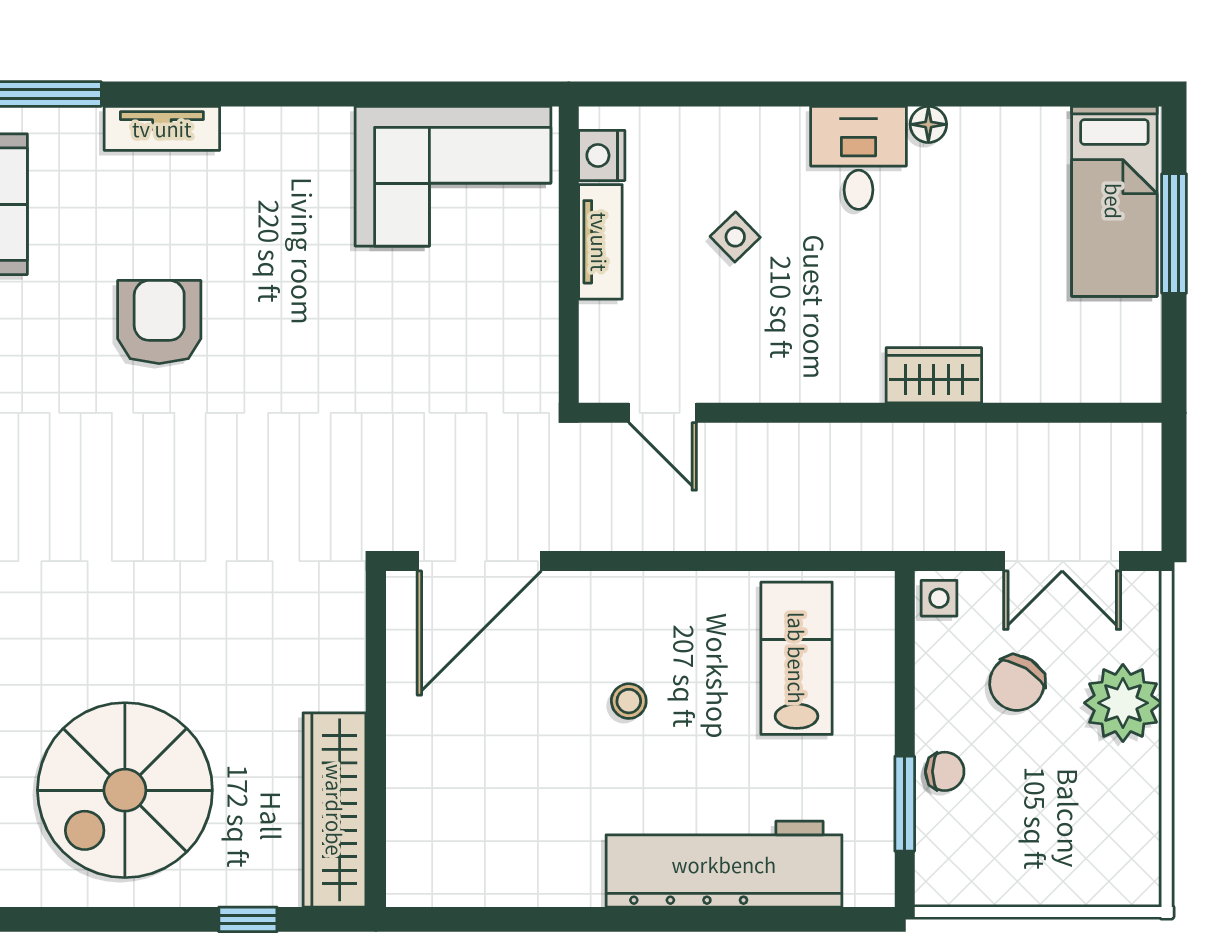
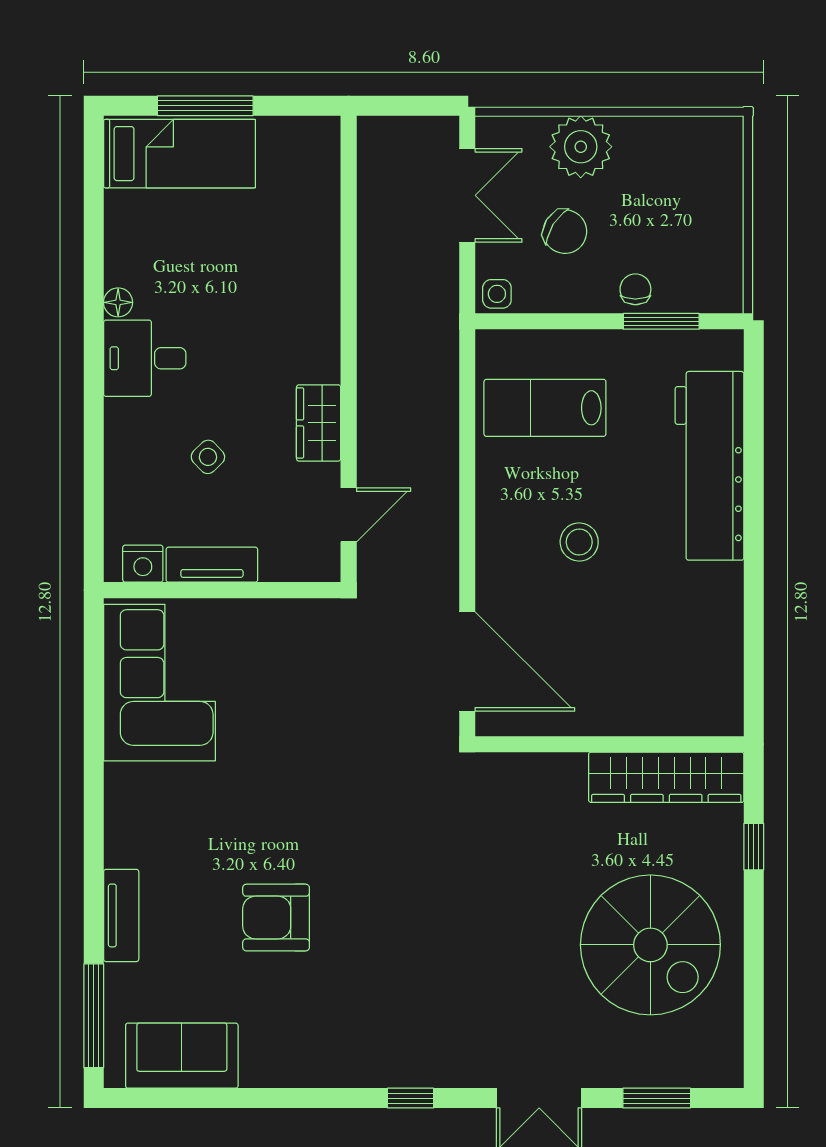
wardrobe: (934, 375) -> (319, 423), moved
stool: (629, 701) -> (579, 542), width x1.37, depth x1.37

